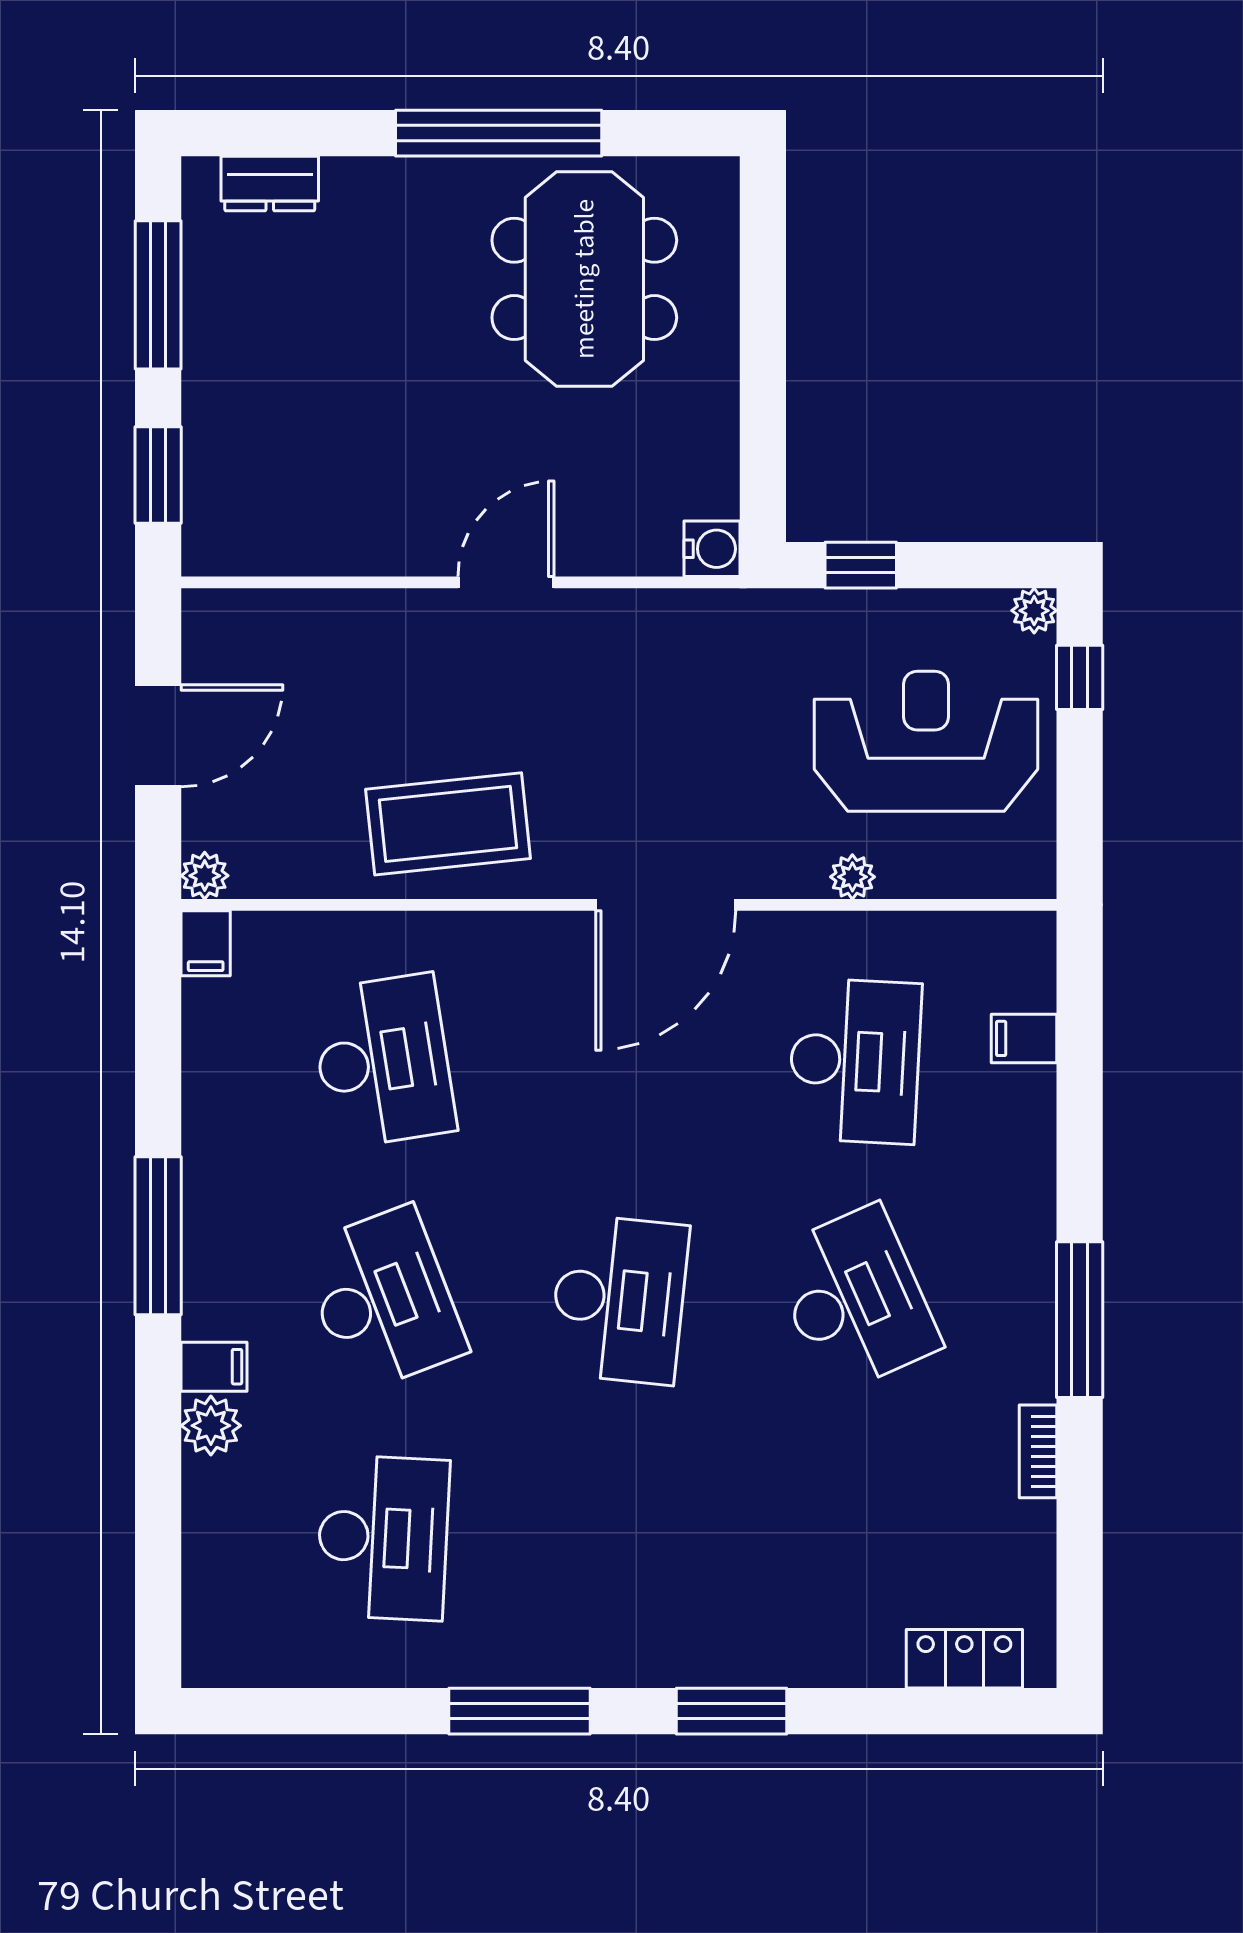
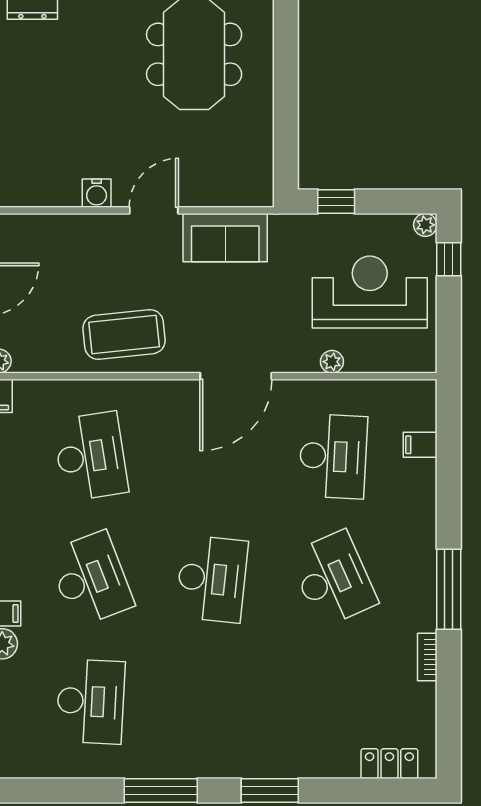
water cooler: (712, 549) -> (97, 193), moved, turned 90
sofa: (645, 635) -> (225, 238), added

